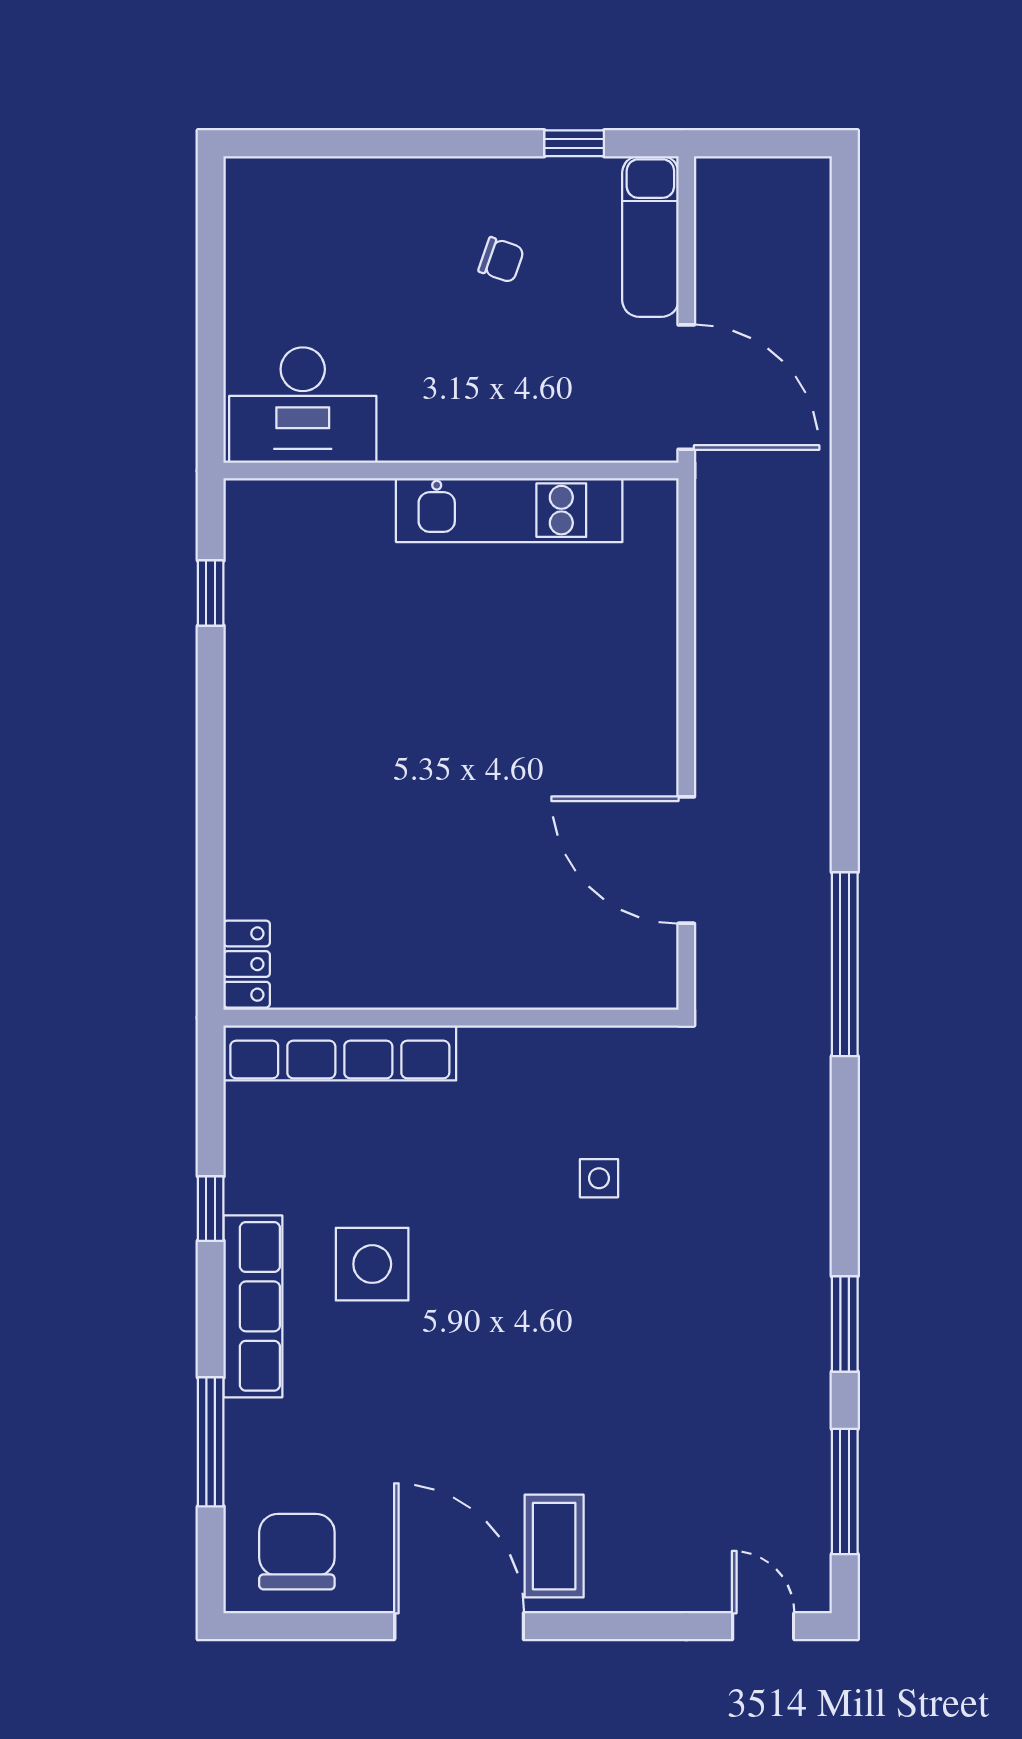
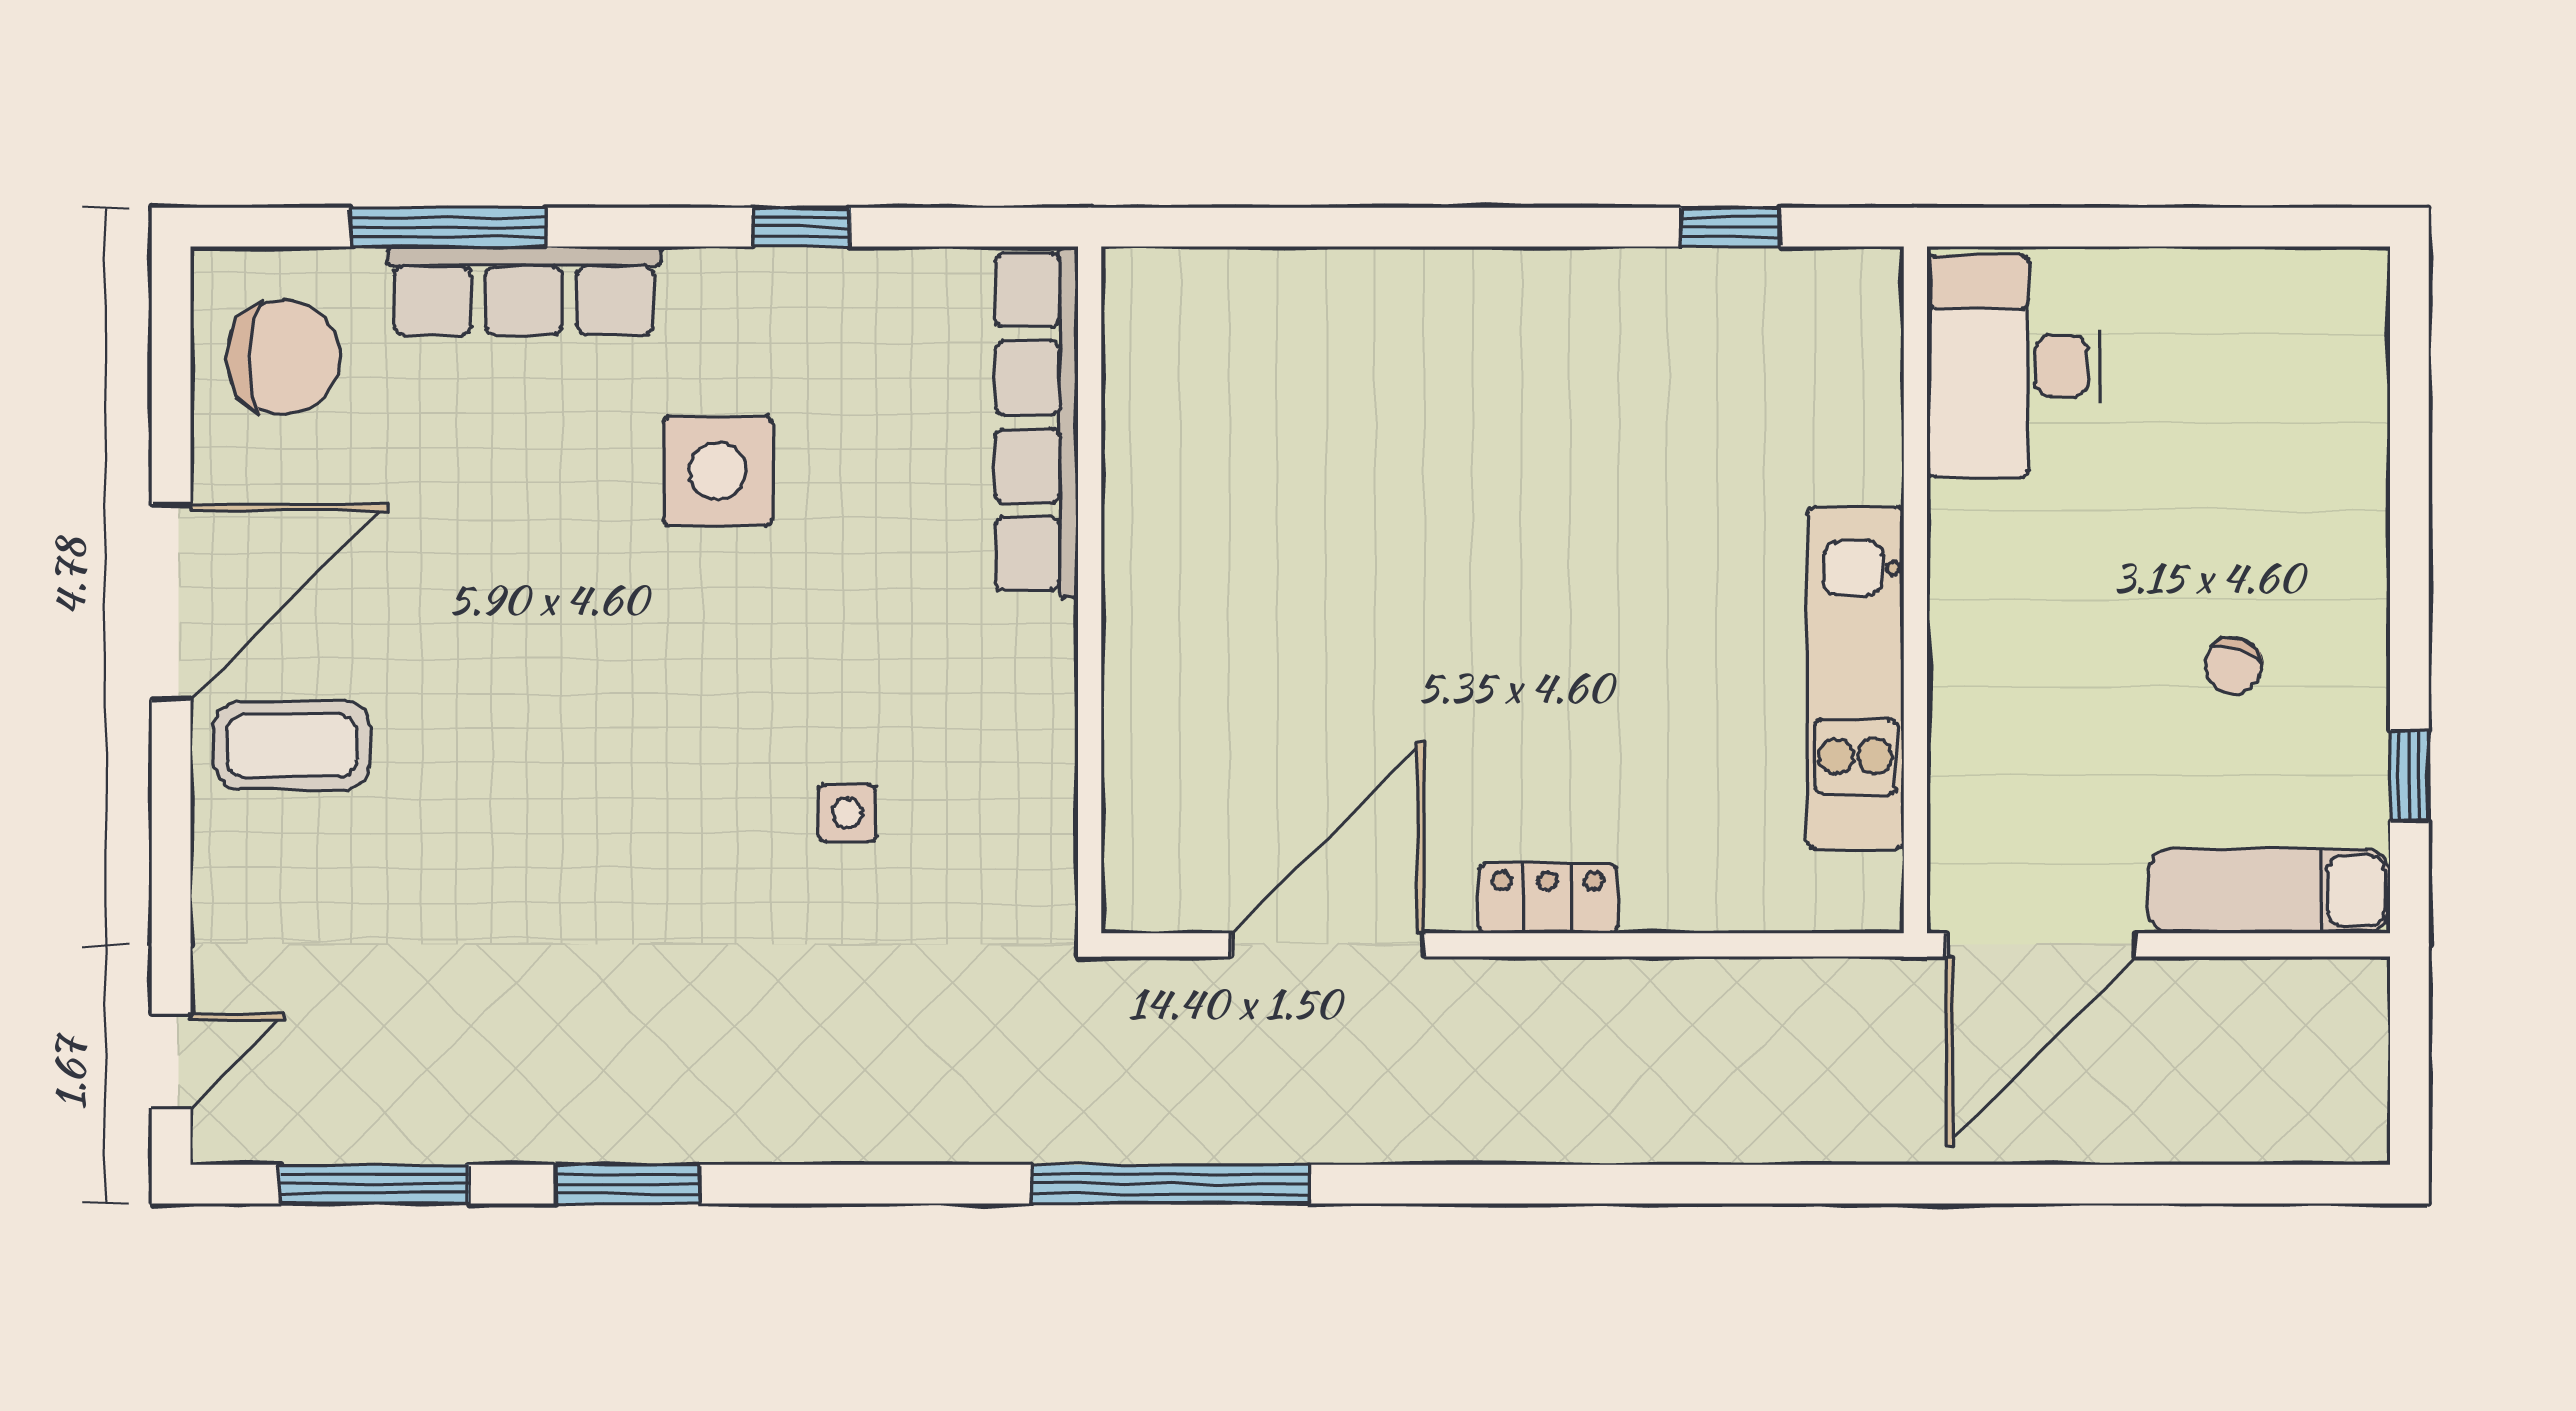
locker: (247, 964) -> (1548, 898), moved, turned 180
row of seats: (253, 1306) -> (524, 291), moved

